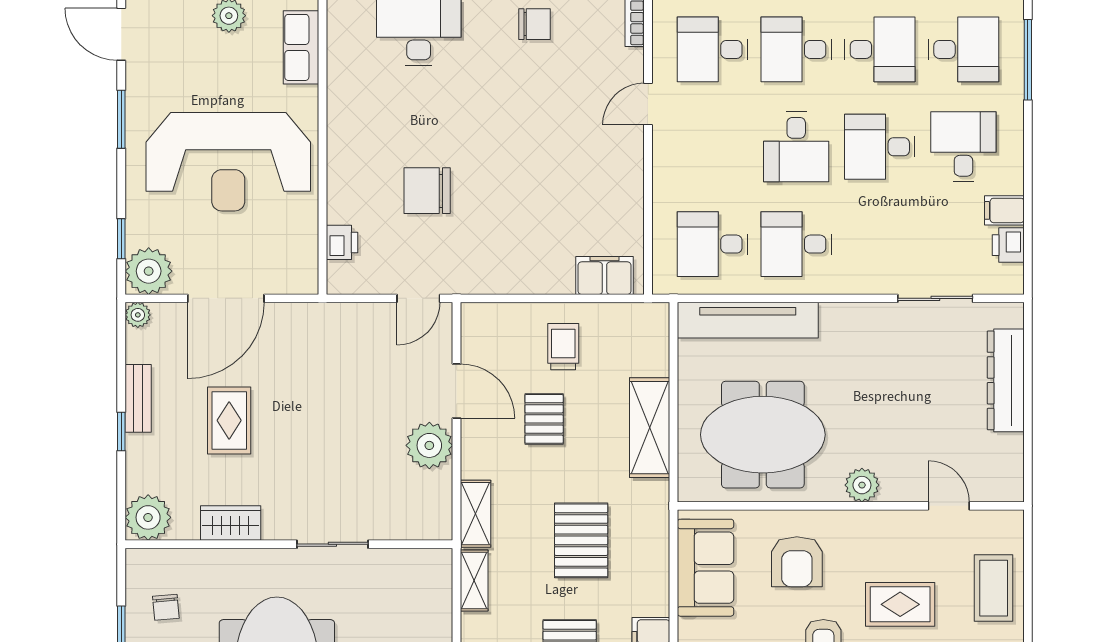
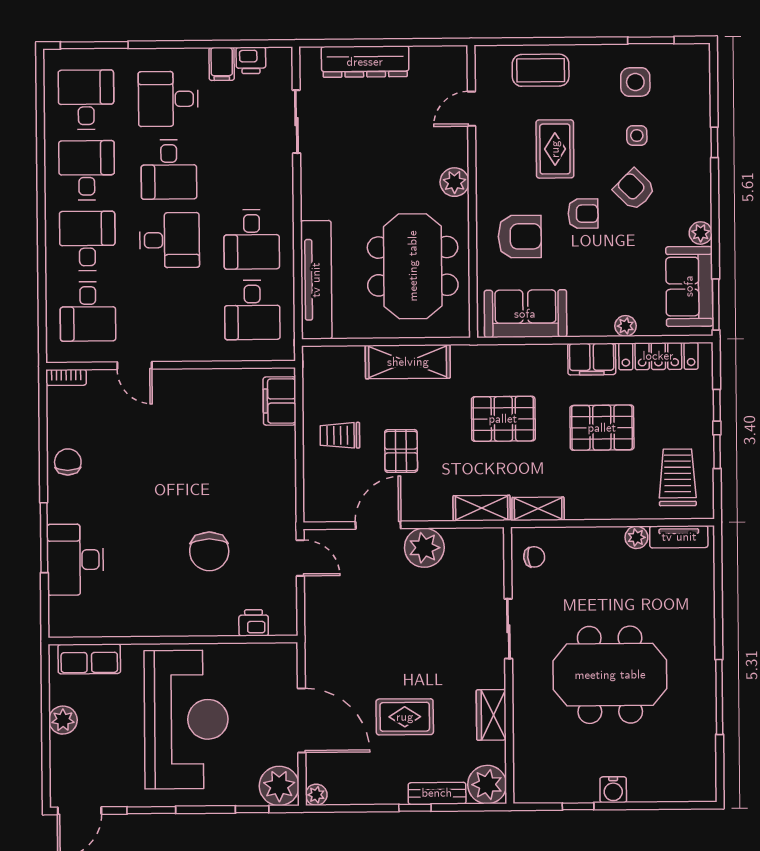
desk: (796, 49) -> (87, 241), turned 180
bench: (138, 398) -> (437, 793), moved
pallet: (544, 419) -> (401, 451), turned 90
chair: (166, 607) -> (534, 557), moved

